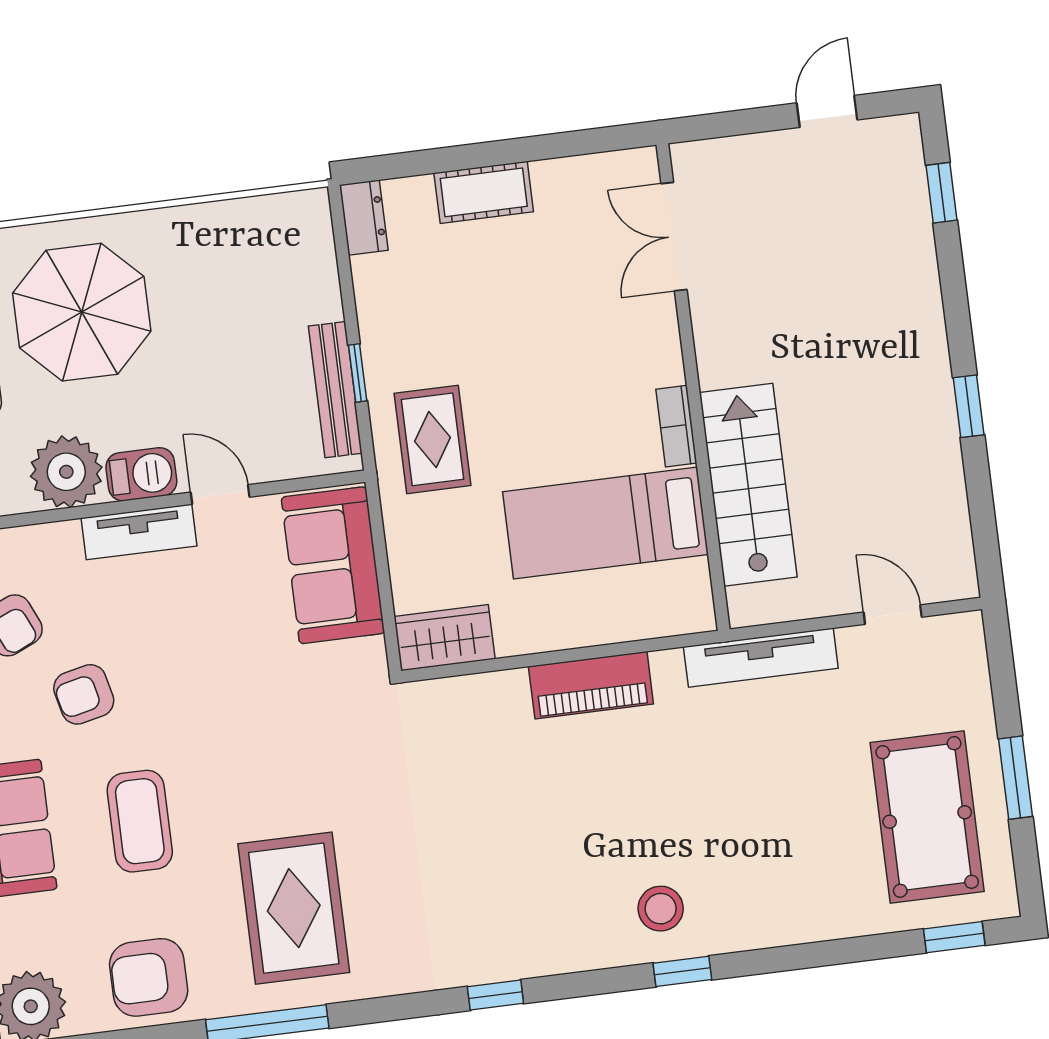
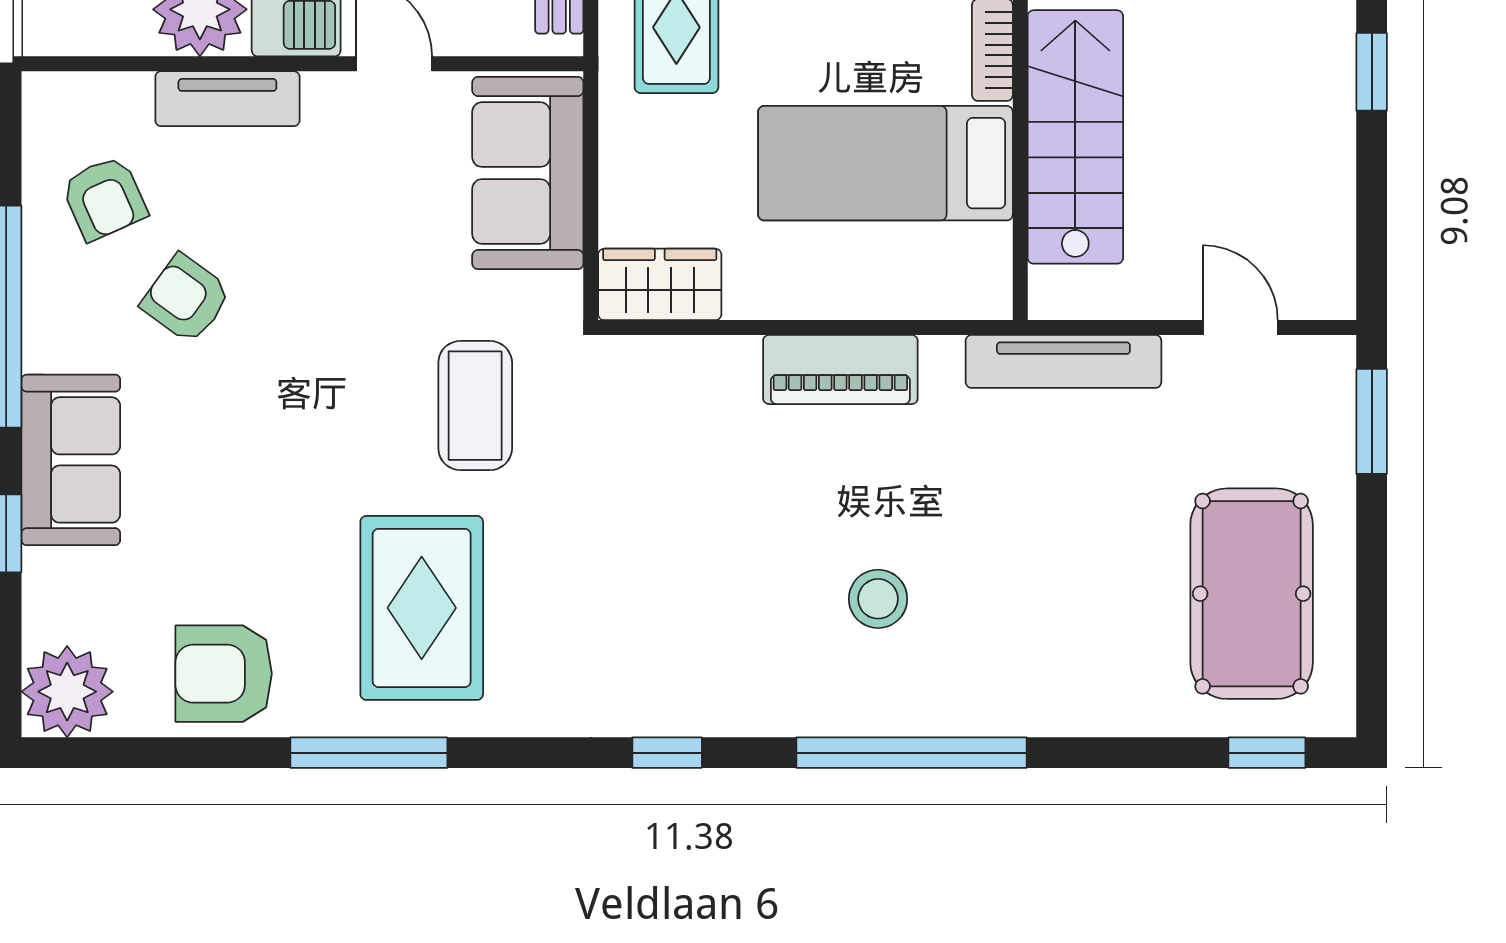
tv unit: (139, 532) -> (227, 99), moved
armchair: (84, 694) -> (186, 299), turned 49
window: (1015, 778) -> (1372, 421), moved
coffee table: (140, 821) -> (475, 406), moved
stool: (661, 909) -> (878, 599), moved
window: (682, 971) -> (911, 753), width x3.17

